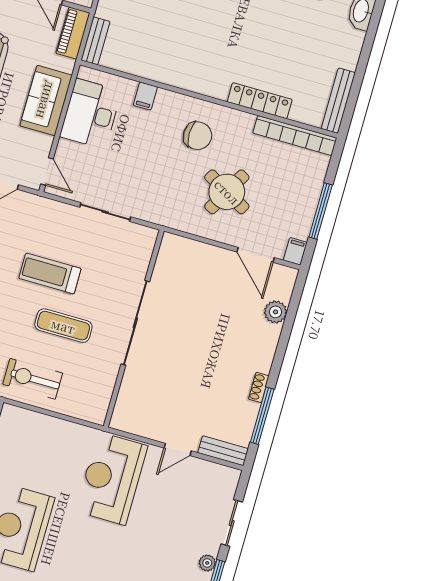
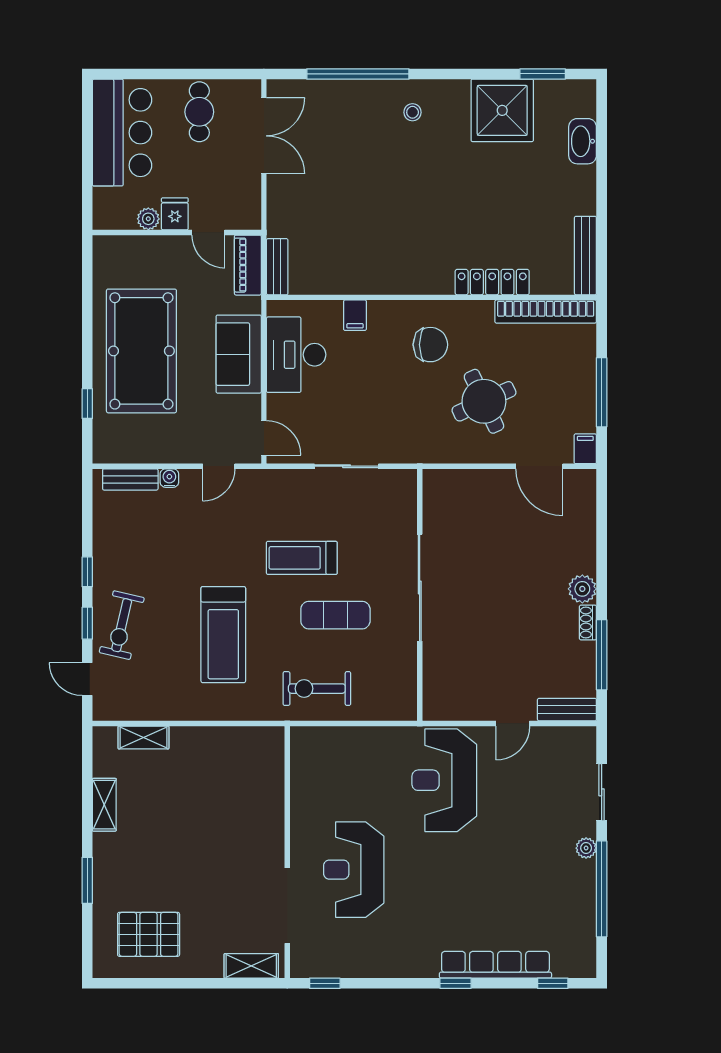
round table: (227, 192) -> (484, 401), turned 36
plant: (276, 312) -> (582, 589), moved

